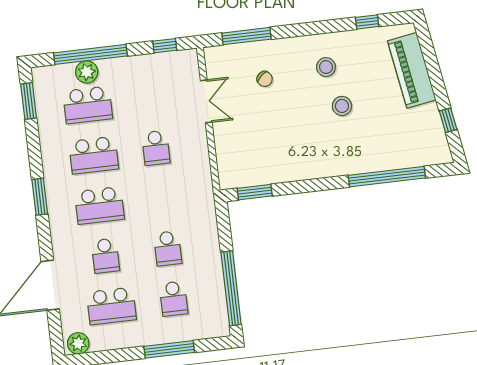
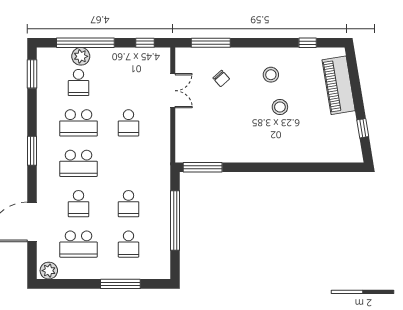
school desk: (88, 105) -> (78, 83), width x0.54
window: (387, 177) -> (309, 167), removed
window: (255, 192) -> (203, 167), width x1.44
window: (231, 288) -> (175, 221), moved

